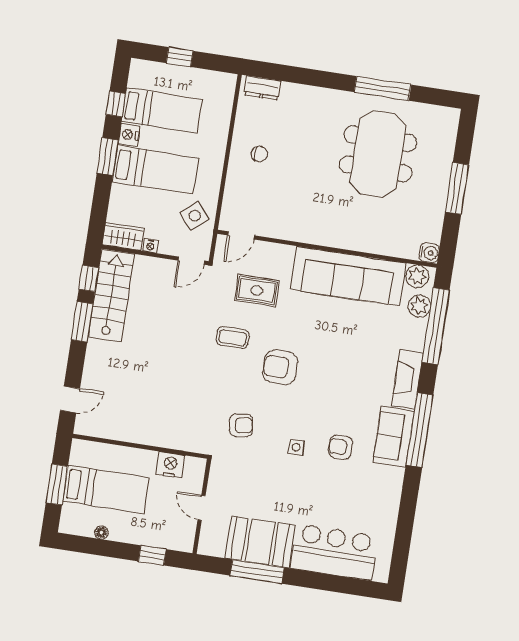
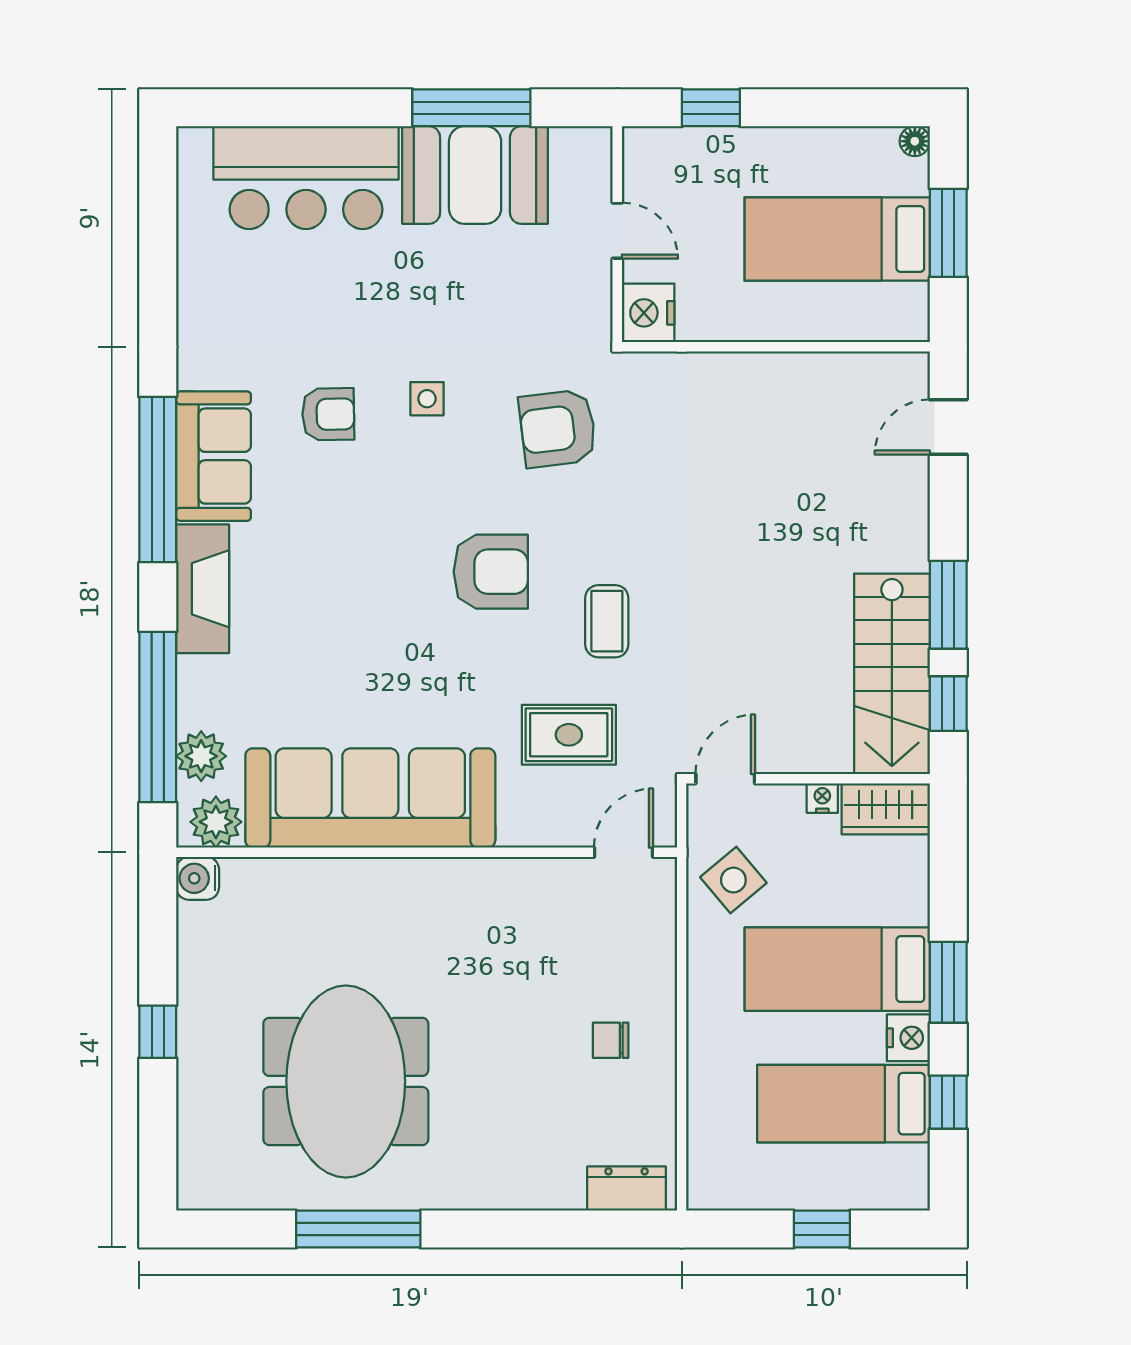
window: (457, 188) -> (158, 1032), width x0.46
coffee table: (233, 338) -> (607, 621), turned 90
armchair: (241, 425) -> (558, 428), width x1.38, depth x1.38
nightstand: (170, 465) -> (648, 313), moved, turned 90
floor lamp: (101, 532) -> (915, 141), moved

